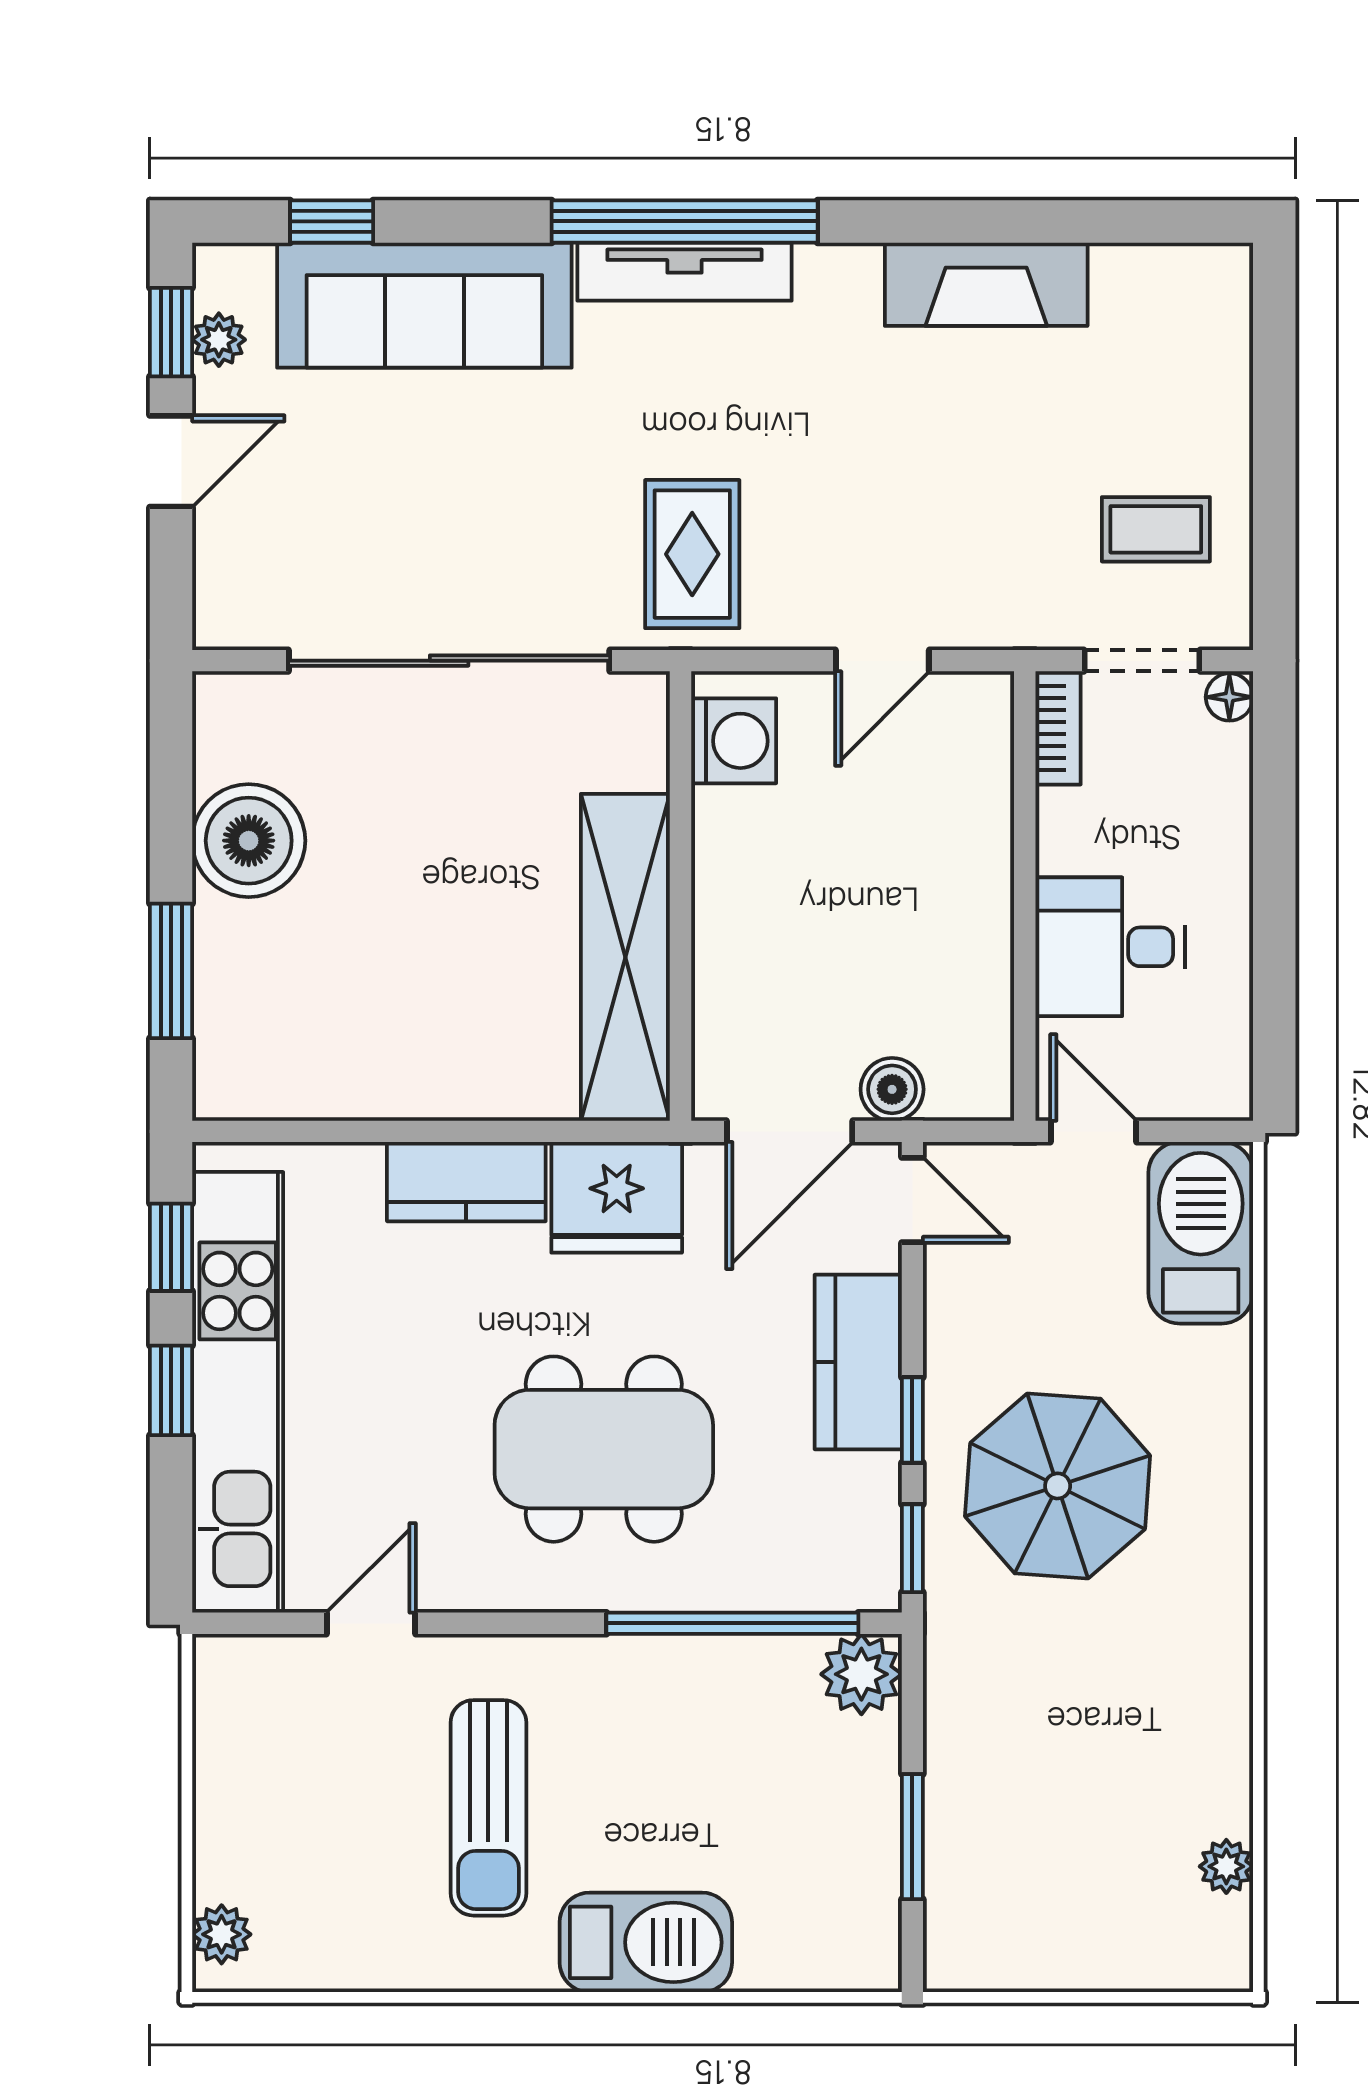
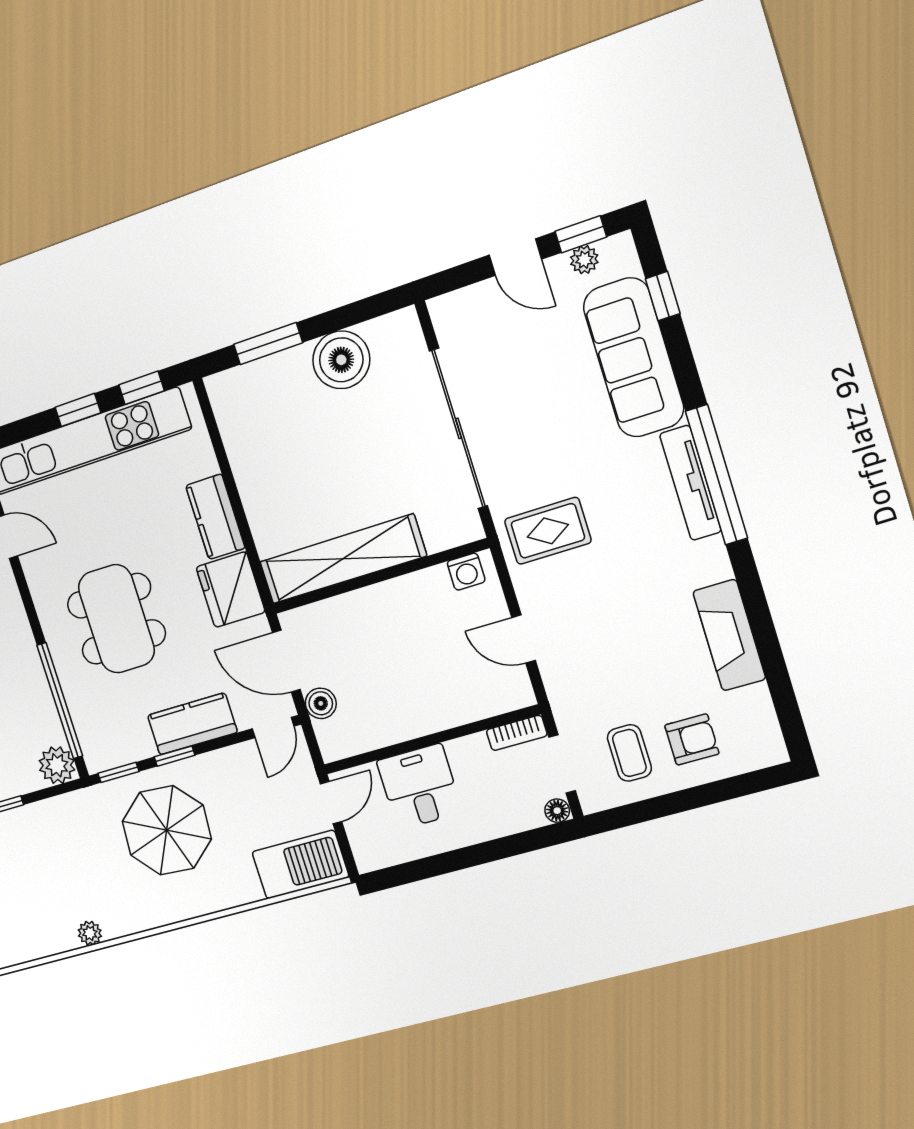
armchair: (1162, 408) -> (692, 739), added
washing machine: (734, 741) -> (466, 572), width x0.73, depth x0.73
plant: (1226, 1866) -> (90, 933), moved

